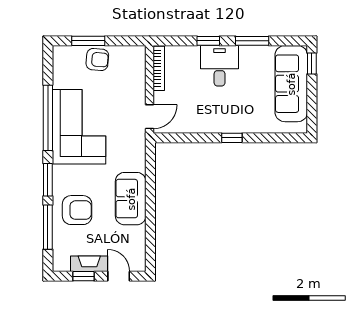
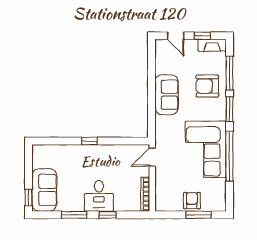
armchair: (97, 59) -> (192, 201), turned 85
sofa: (291, 84) -> (44, 190), width x0.73
fireplace: (89, 264) -> (212, 45), moved

